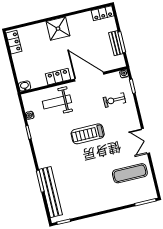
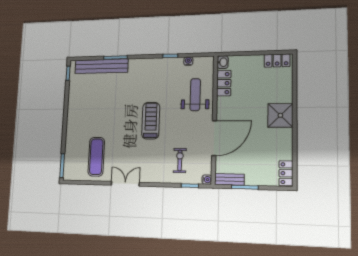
bench: (116, 43) -> (229, 179), moved
locker: (58, 77) -> (224, 83), moved

